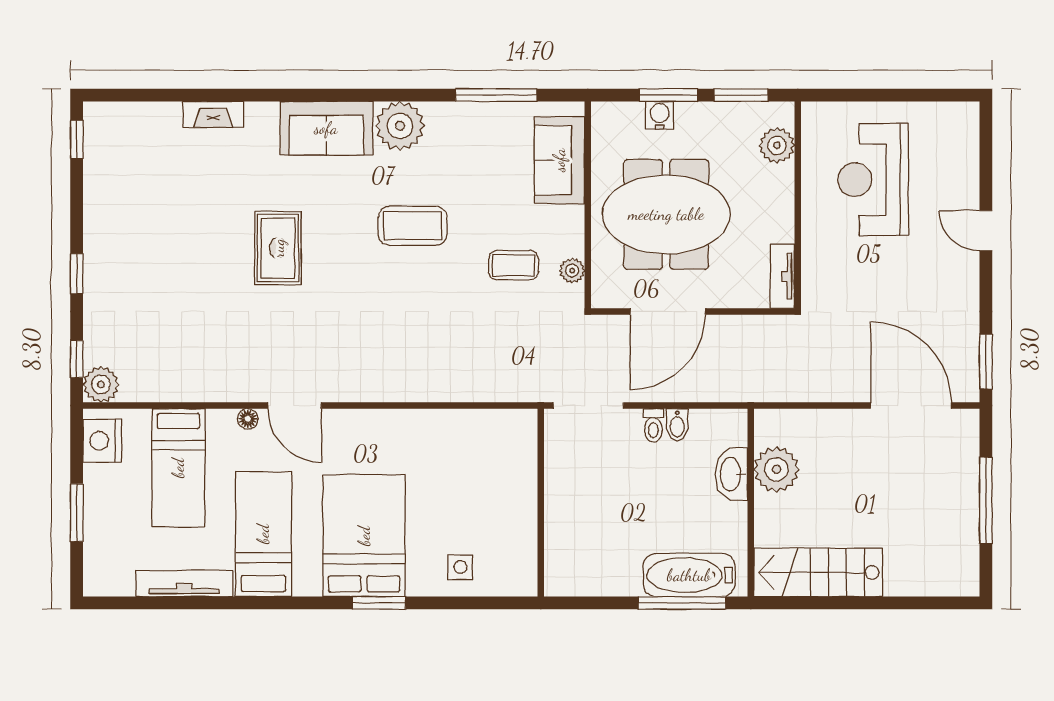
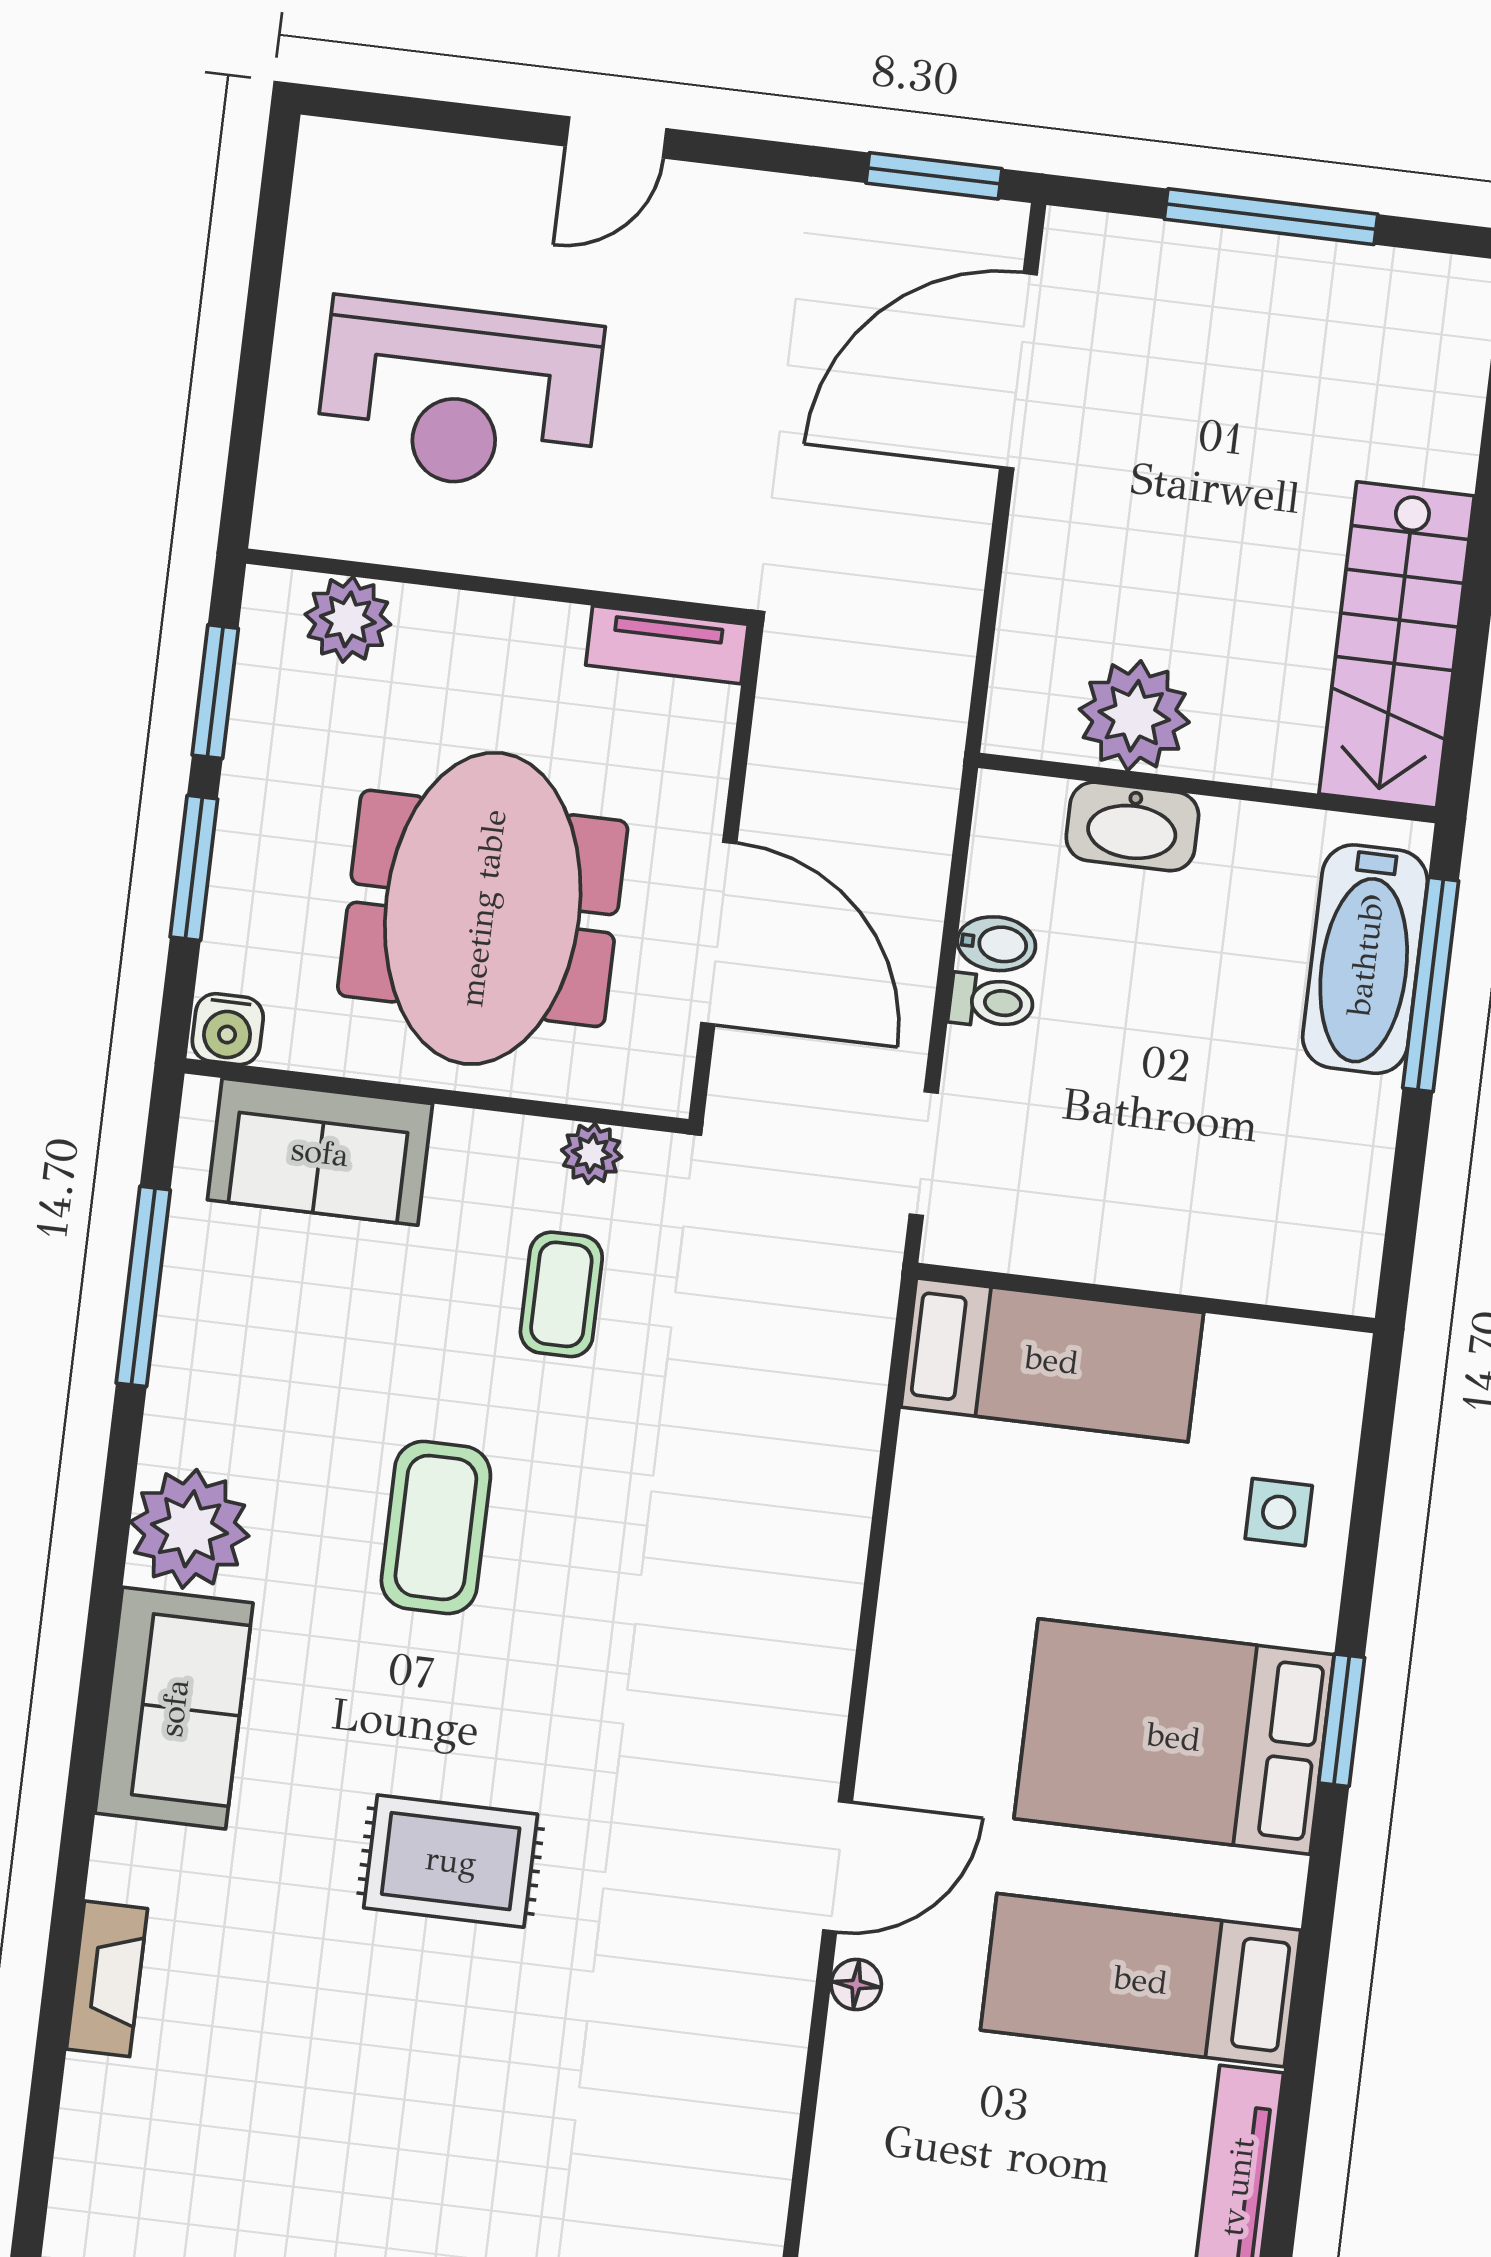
water cooler: (660, 115) -> (228, 1029), moved, turned -90
doorway: (588, 405) -> (924, 1154), width x0.73
bed: (178, 468) -> (1052, 1360), moved

